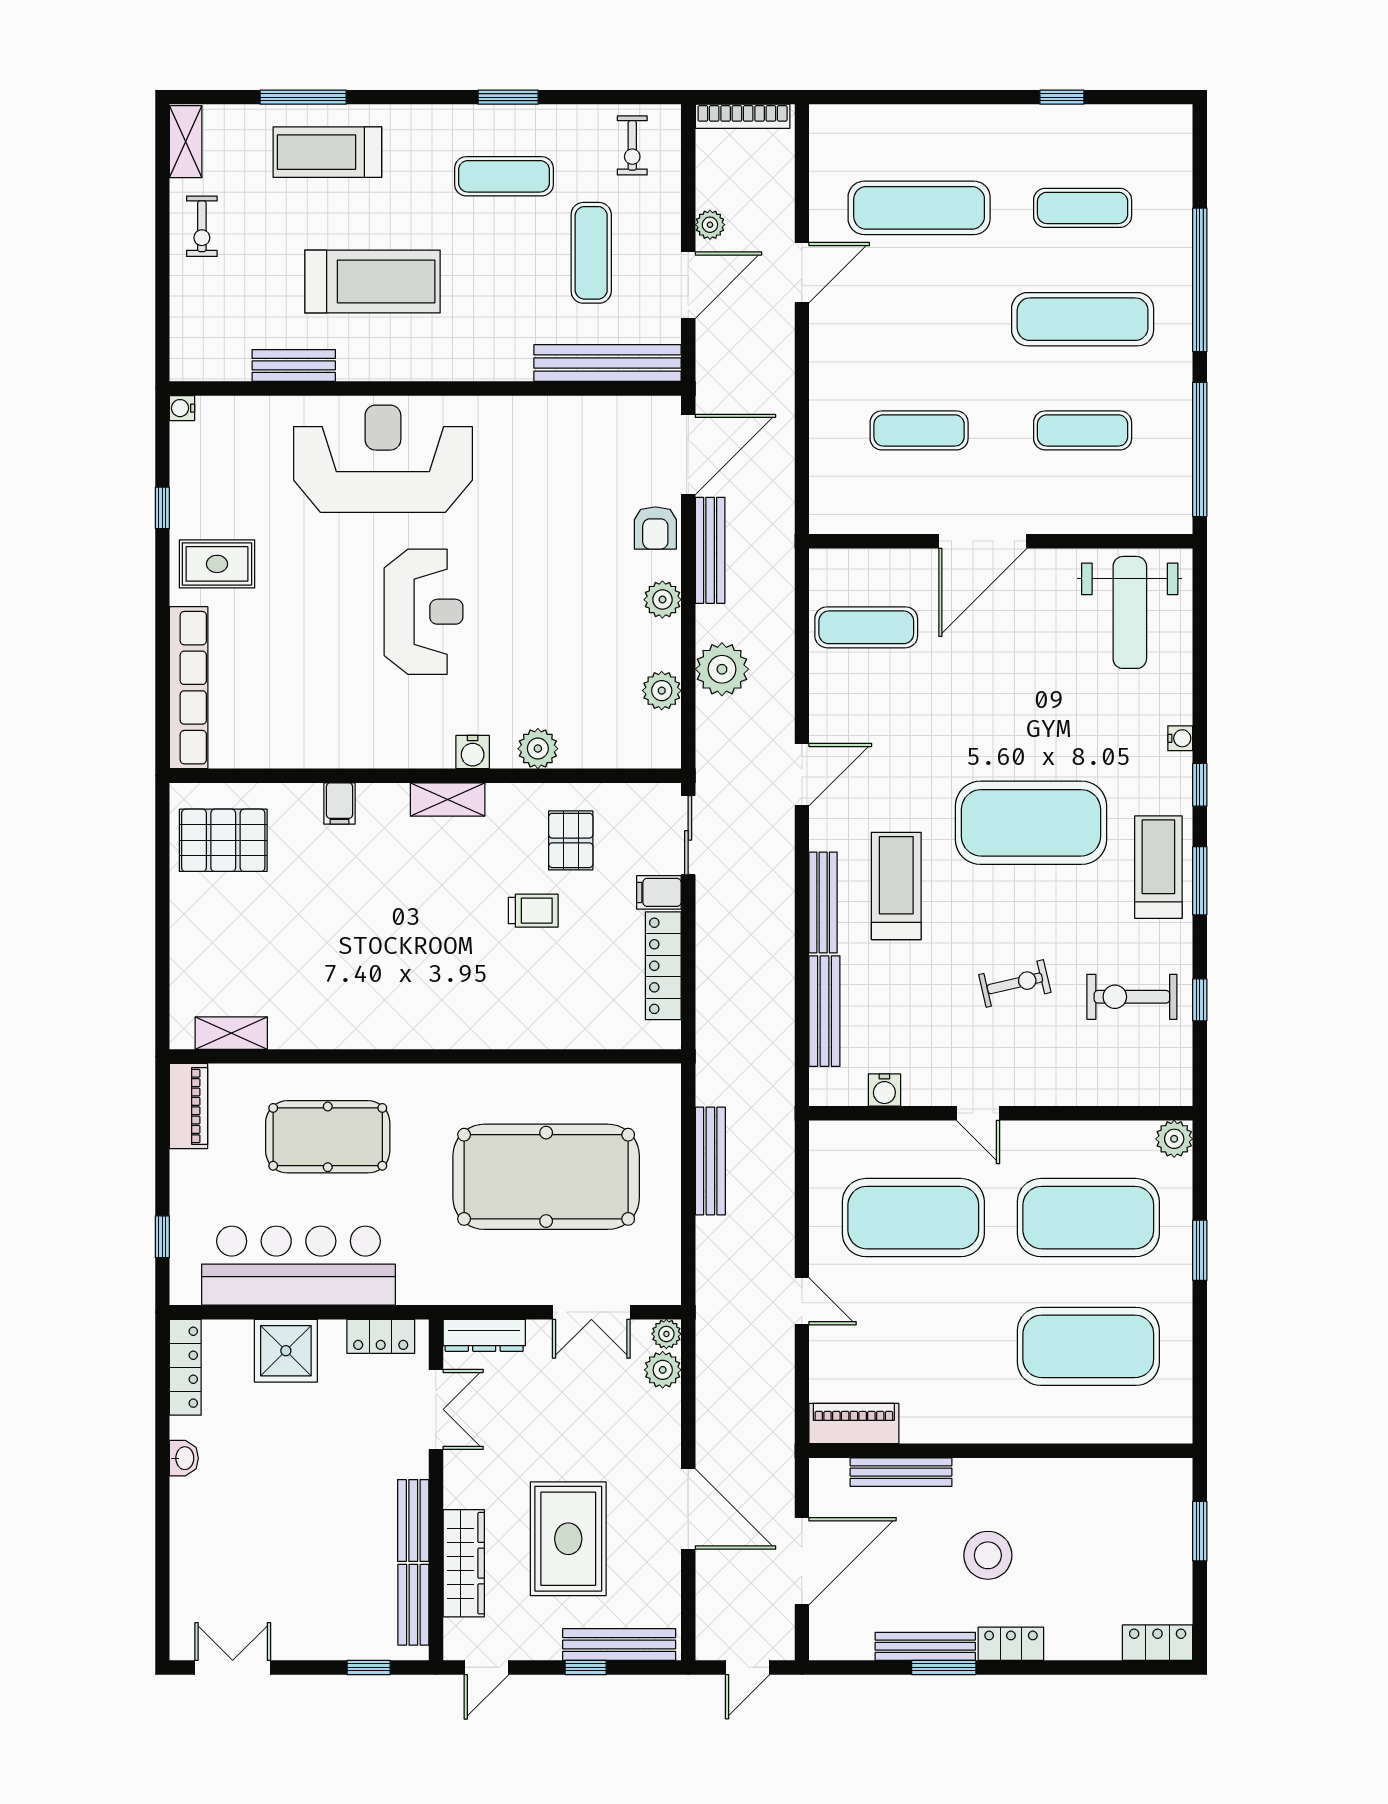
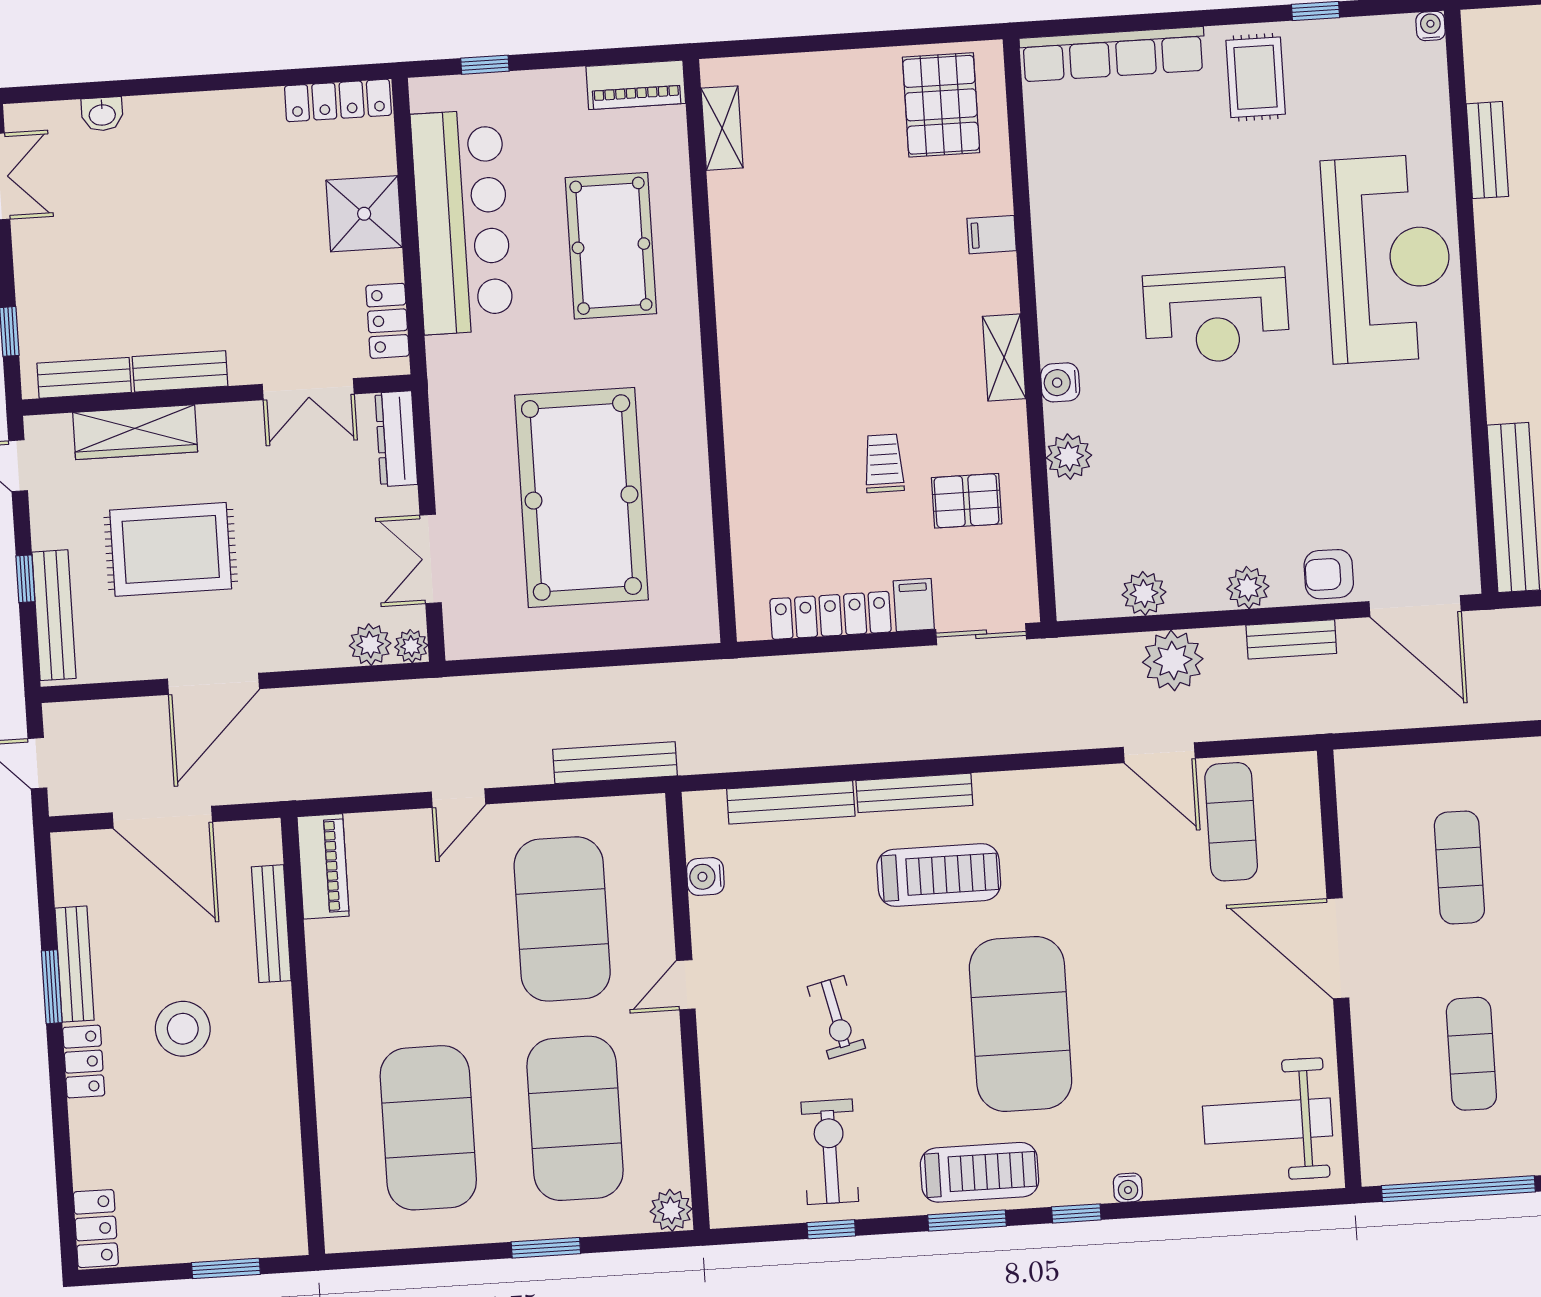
bench: (710, 550) -> (1291, 639), width x0.73
door: (802, 775) -> (1159, 753), moved
trolley: (533, 911) -> (884, 463), turned 180
bench: (710, 1161) -> (615, 763), moved
washbasin: (184, 1458) -> (102, 114), moved

